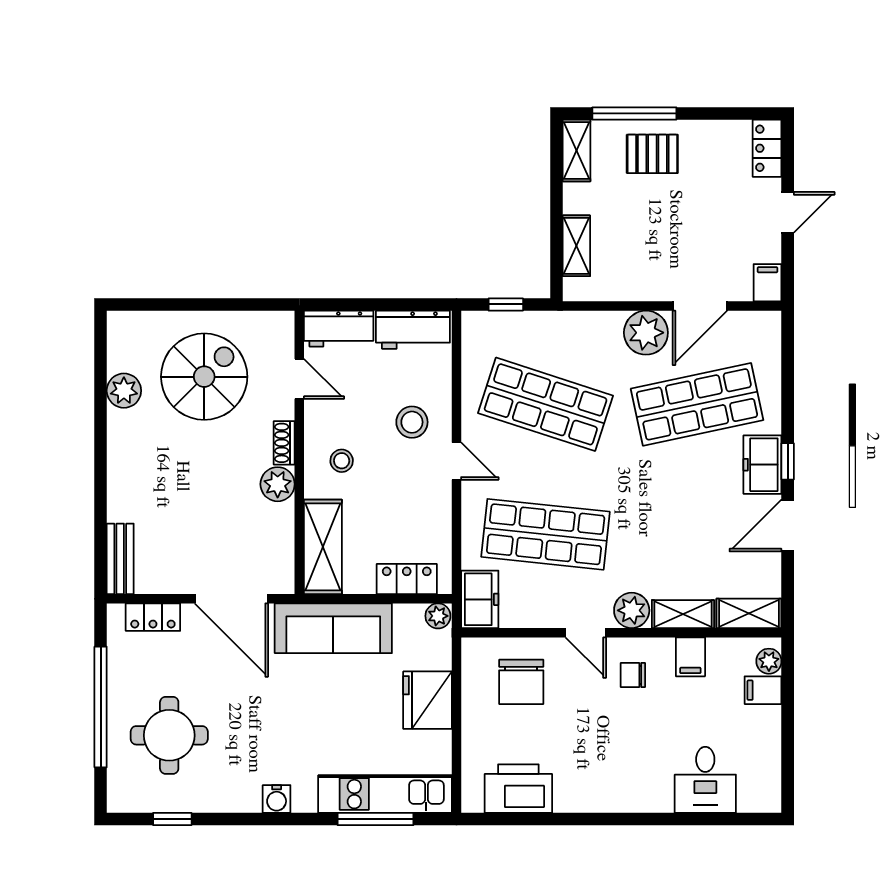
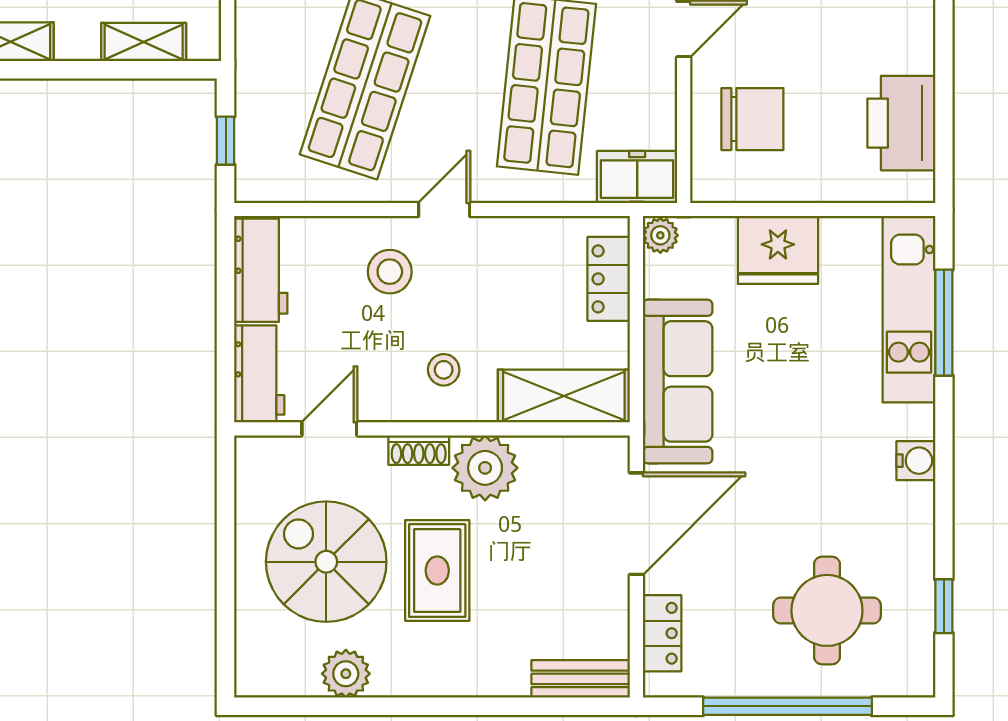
rug: (198, 456) -> (437, 570), added
plant: (278, 484) -> (485, 468), width x1.36, depth x1.36

